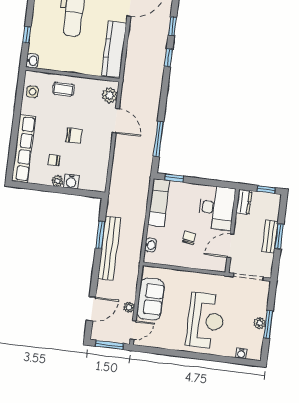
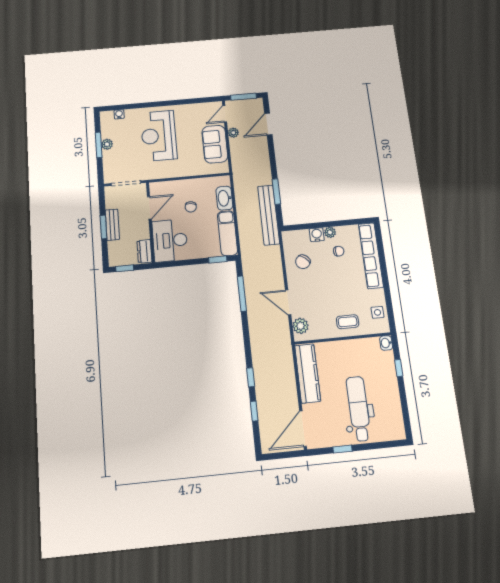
chair: (74, 136) -> (303, 262), moved, turned -51
washbasin: (151, 245) -> (224, 198), width x1.91, depth x1.45
bench: (109, 248) -> (269, 215), moved

